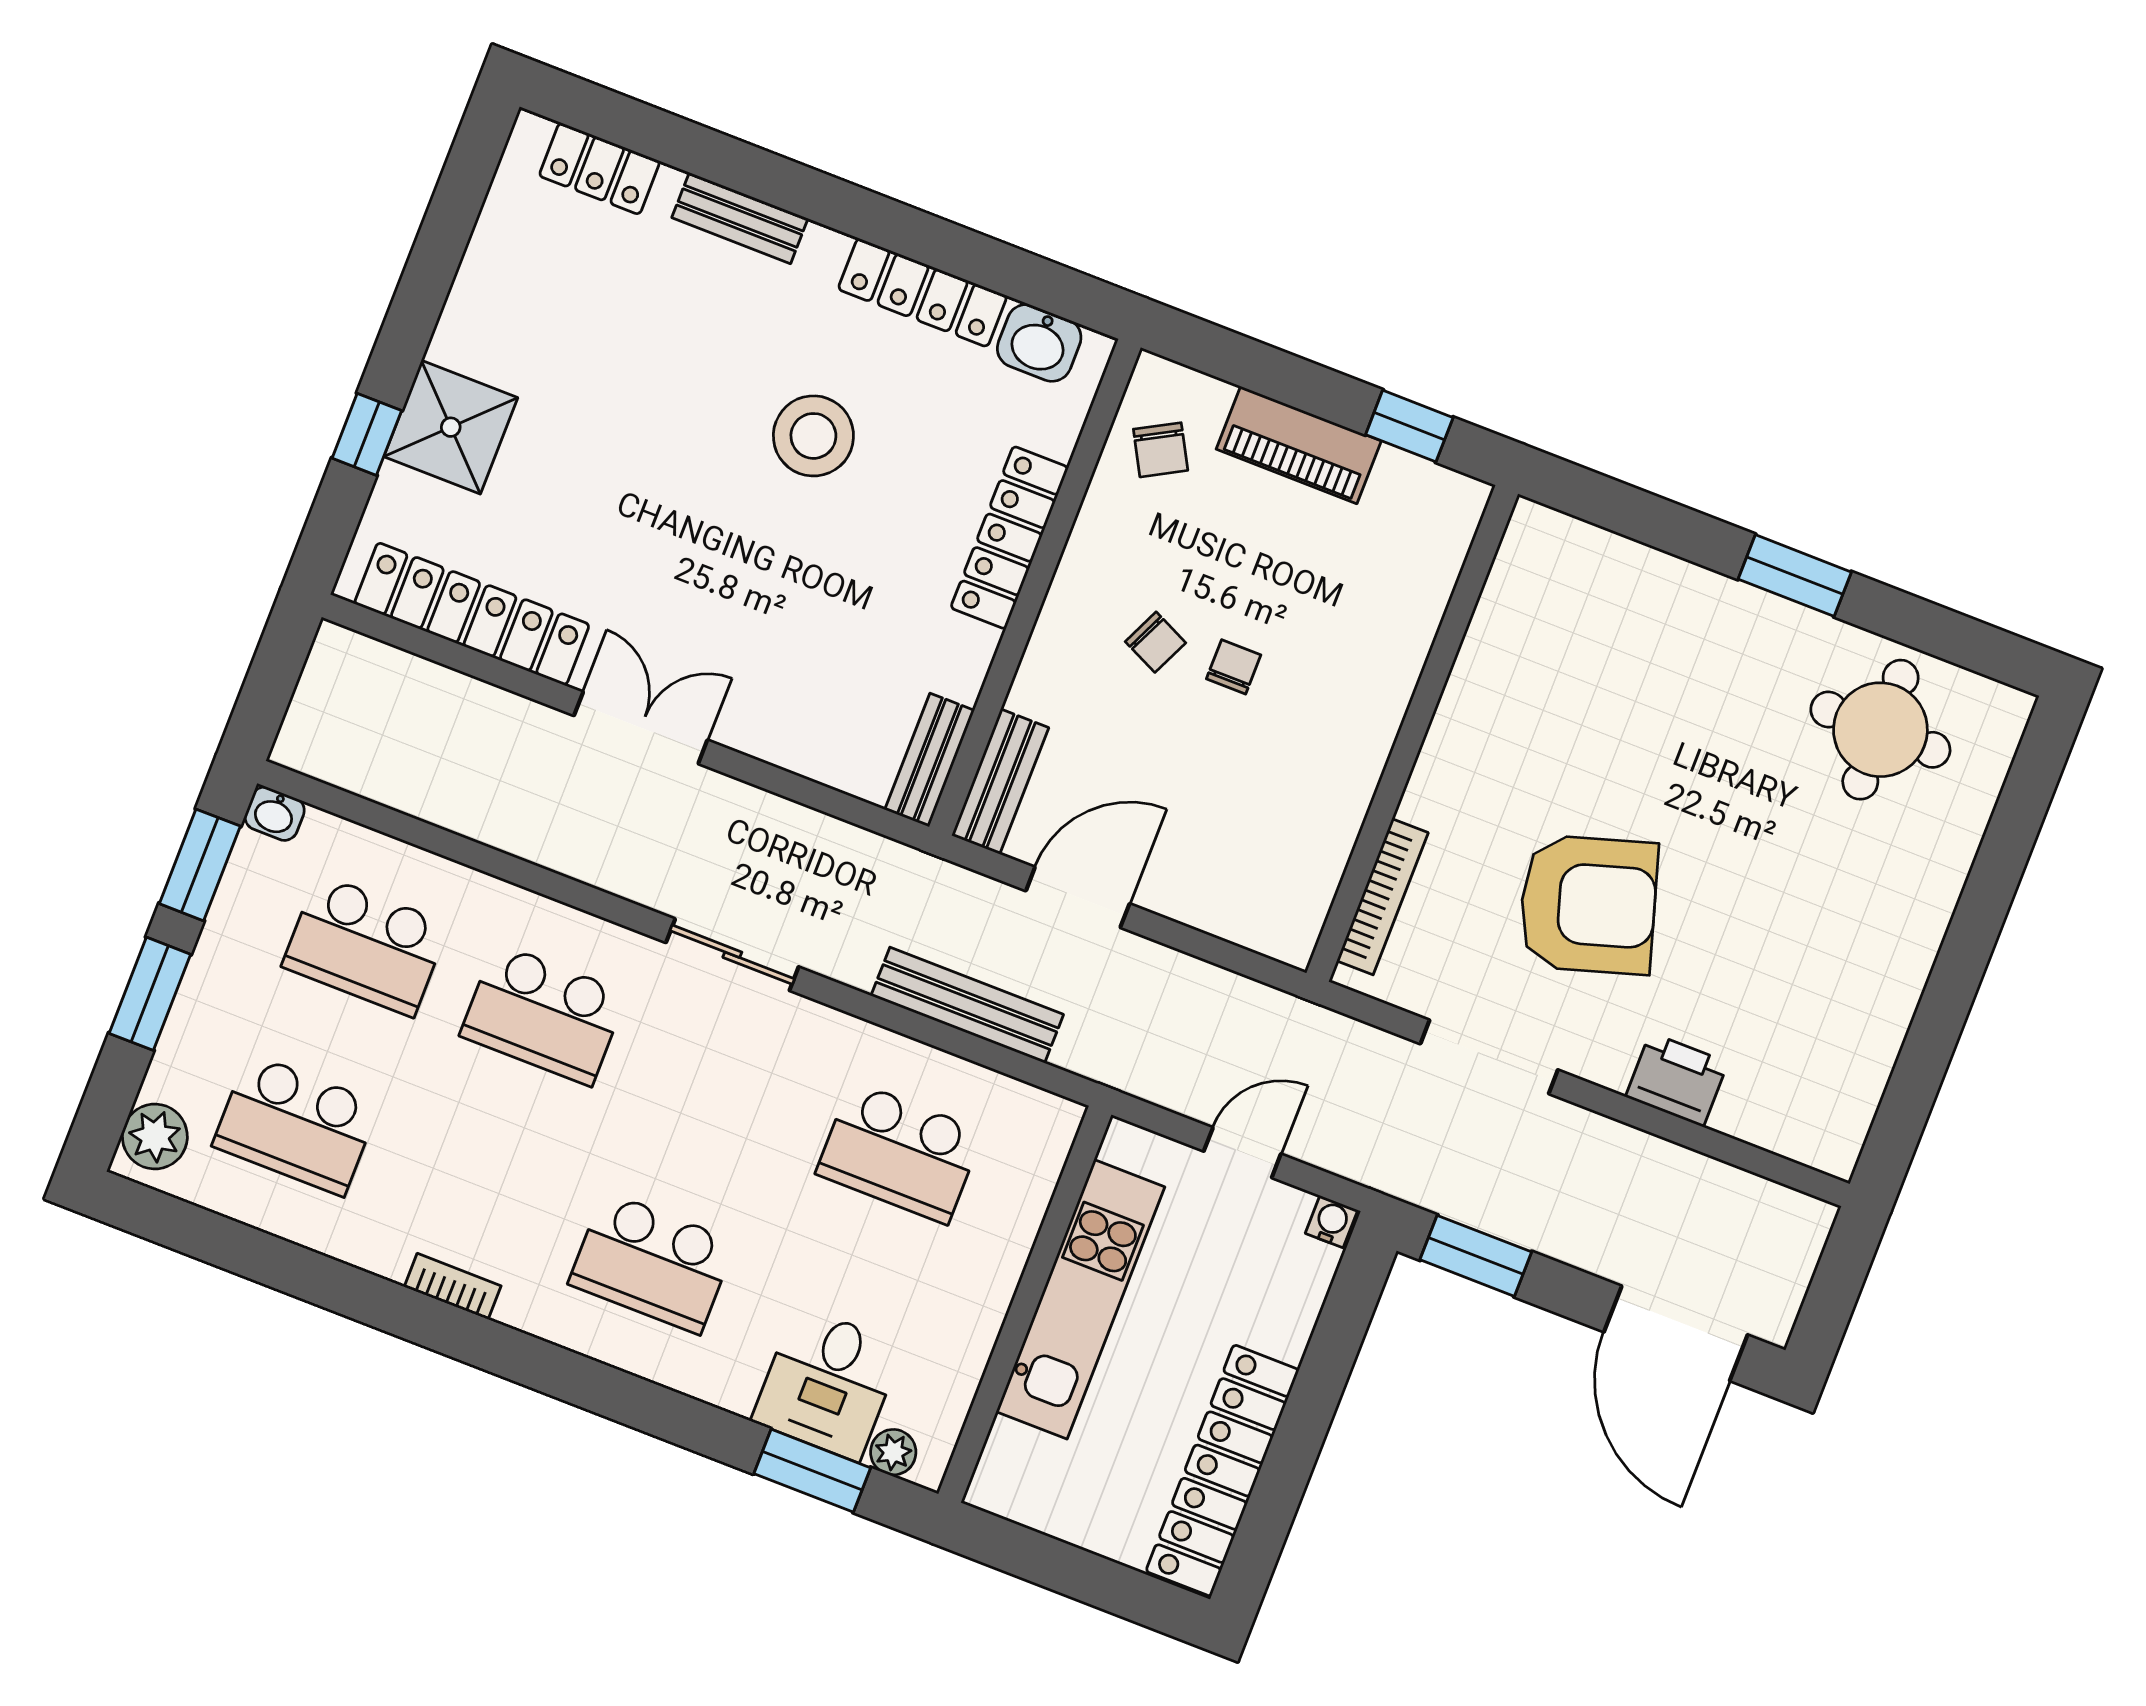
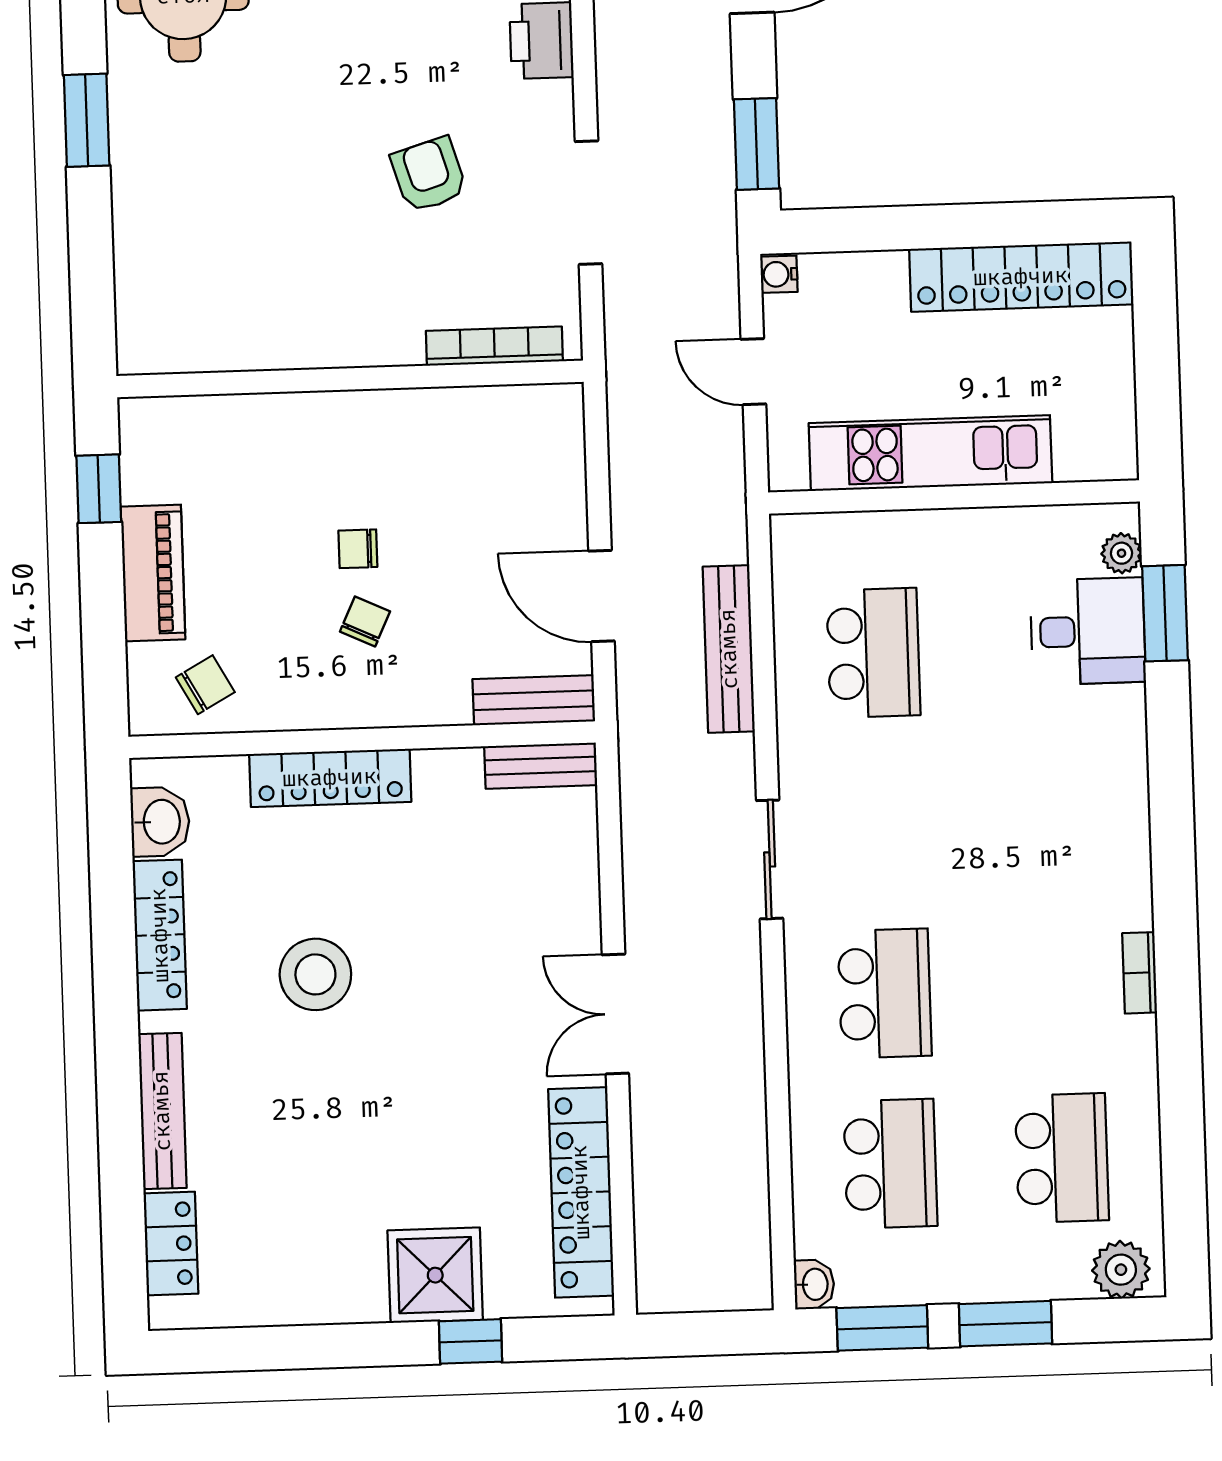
bench: (740, 218) -> (162, 1111), width x1.36
armchair: (1588, 905) -> (429, 175), width x0.53, depth x0.53
school desk: (652, 1263) -> (1051, 817), removed

